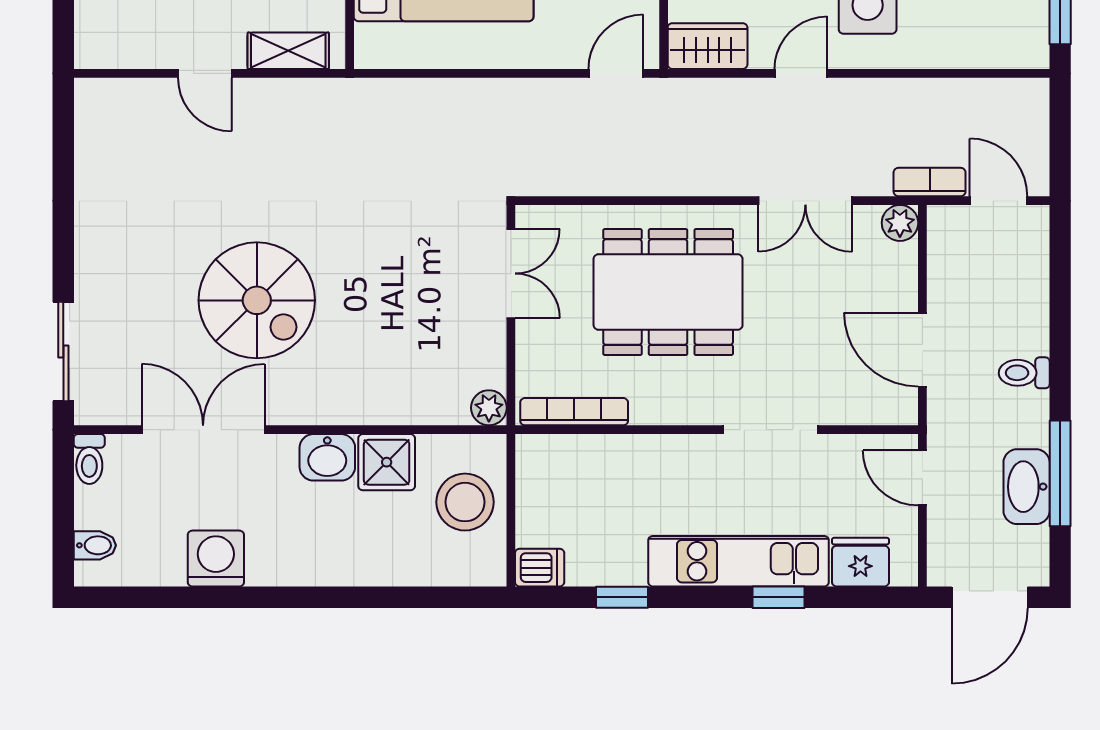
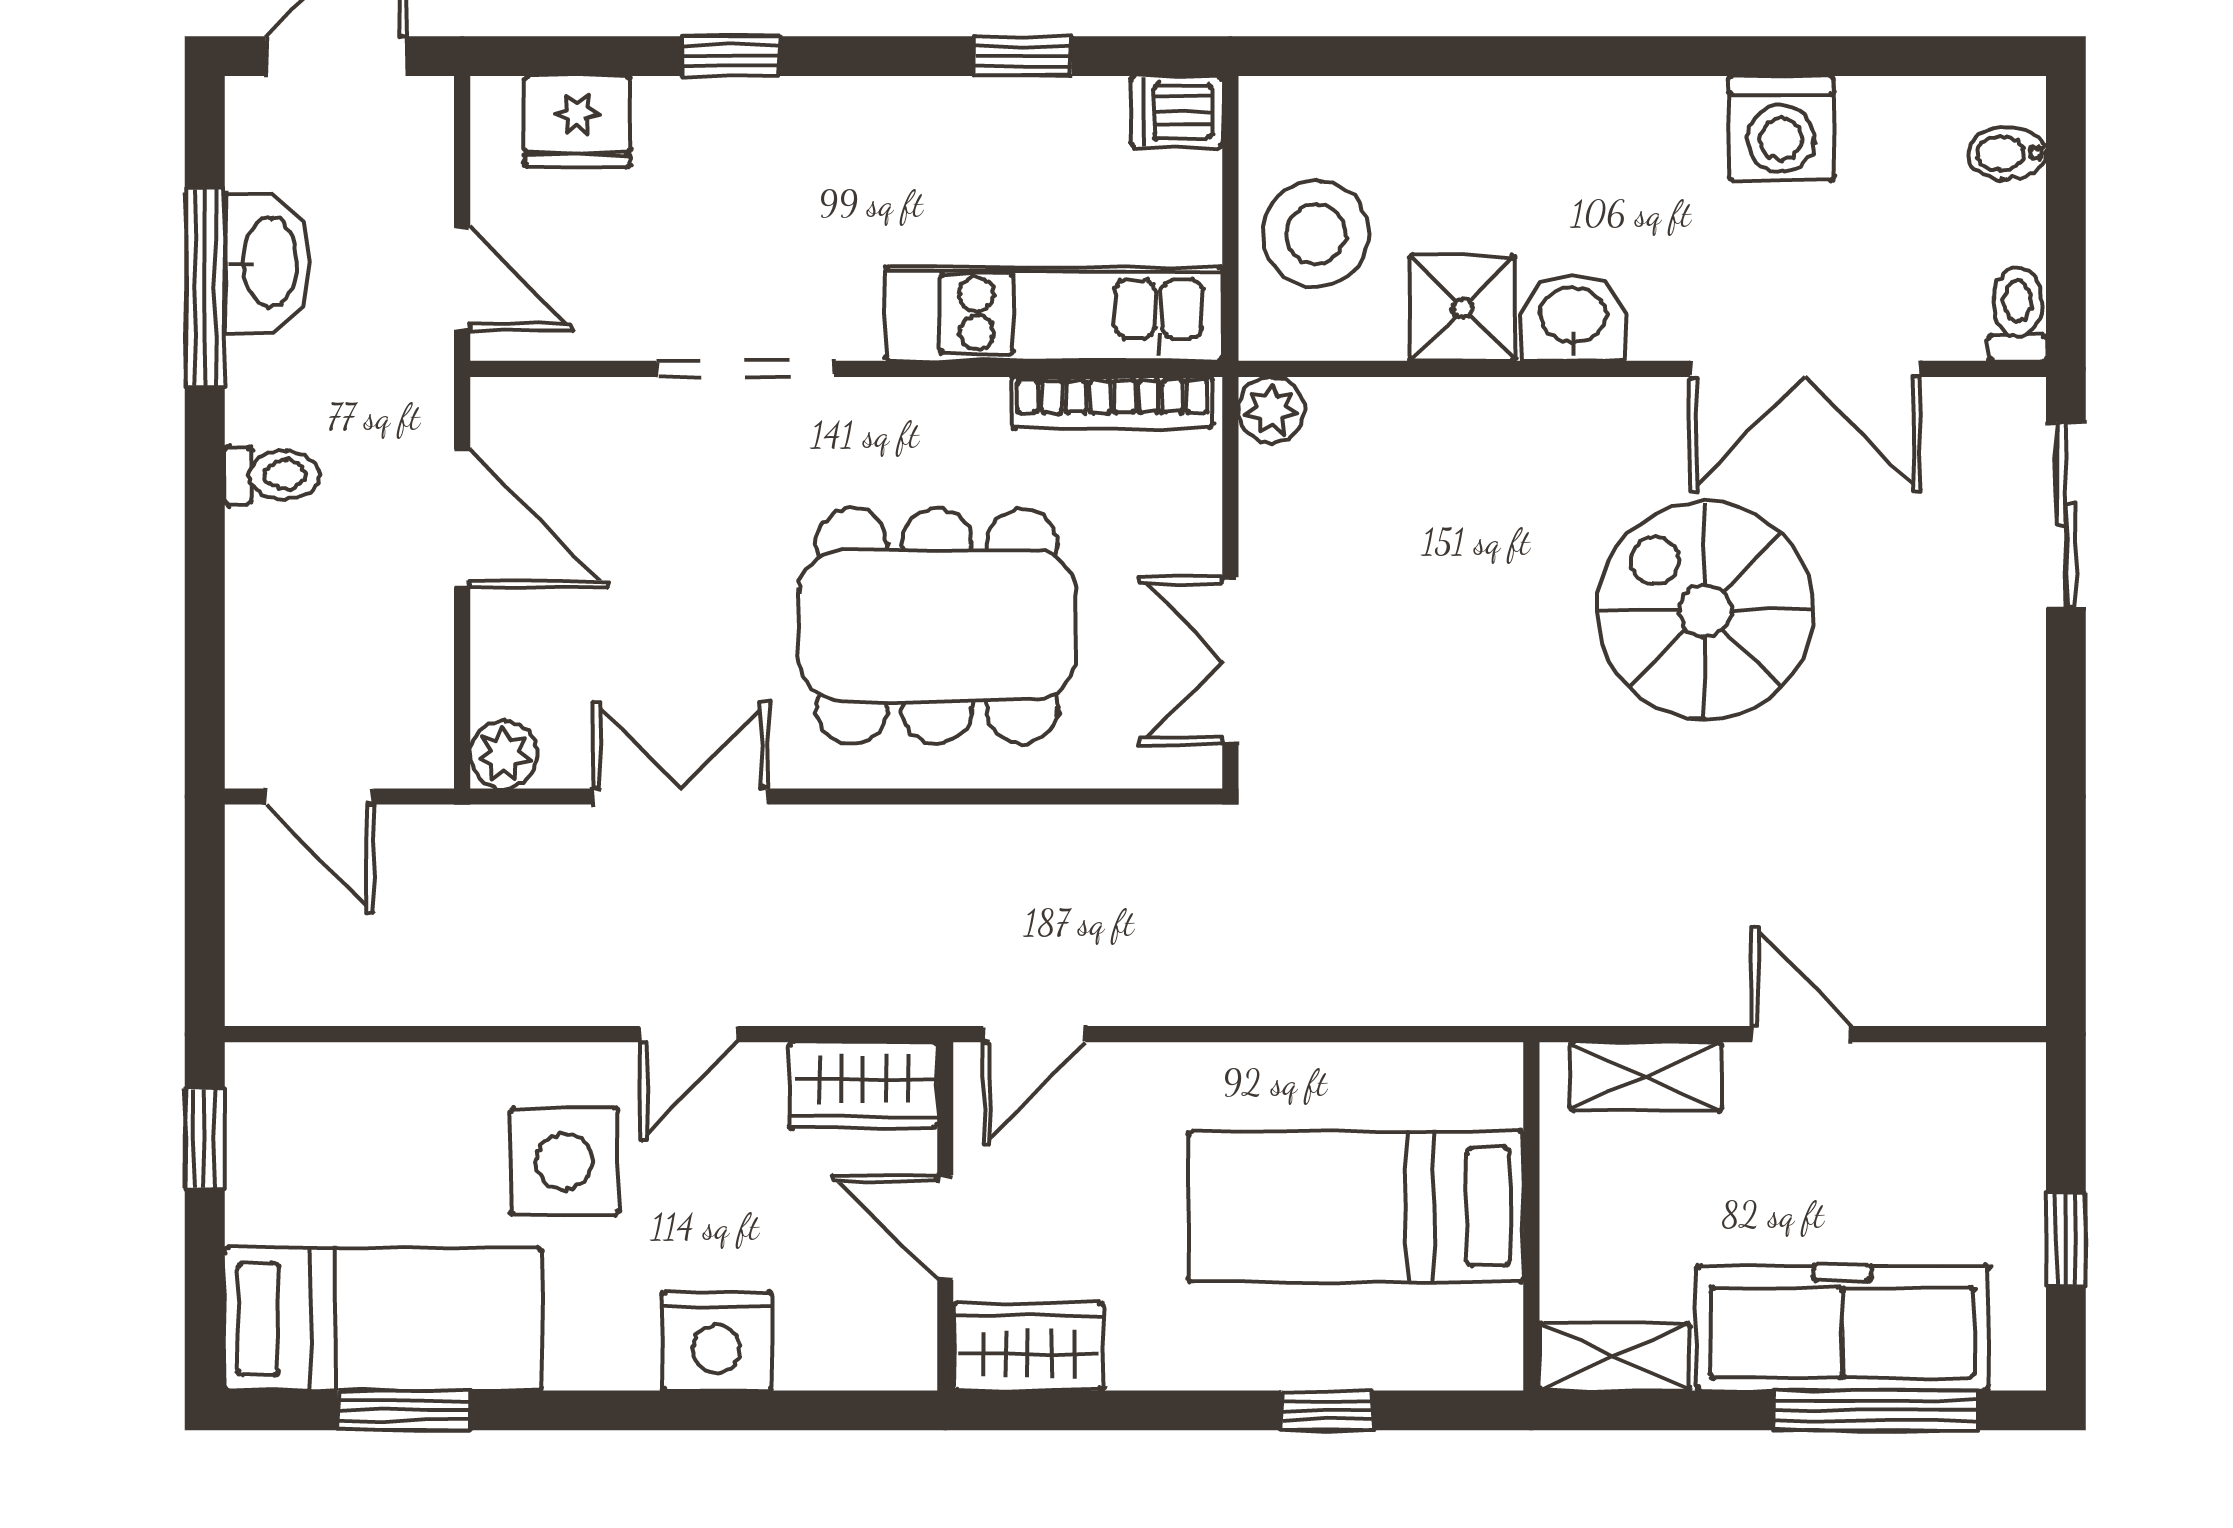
bookcase: (930, 182) -> (449, 831), removed
kitchen unit: (739, 561) -> (1054, 314), moved, turned 180

